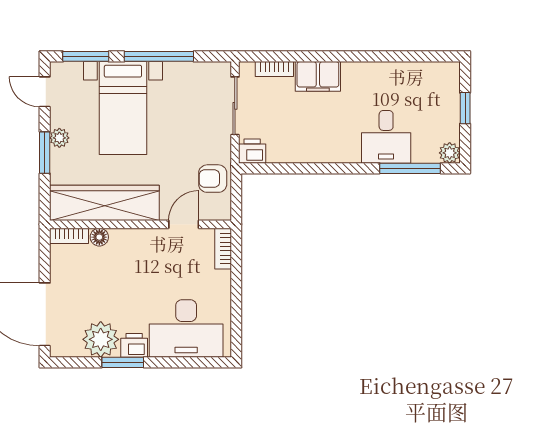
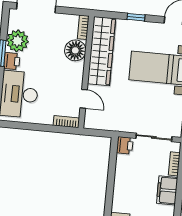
plant: (59, 138) -> (144, 27), removed
window: (45, 153) -> (136, 17), width x0.67
armchair: (213, 179) -> (110, 119), removed
floor lamp: (99, 237) -> (75, 50), width x1.89, depth x1.89

